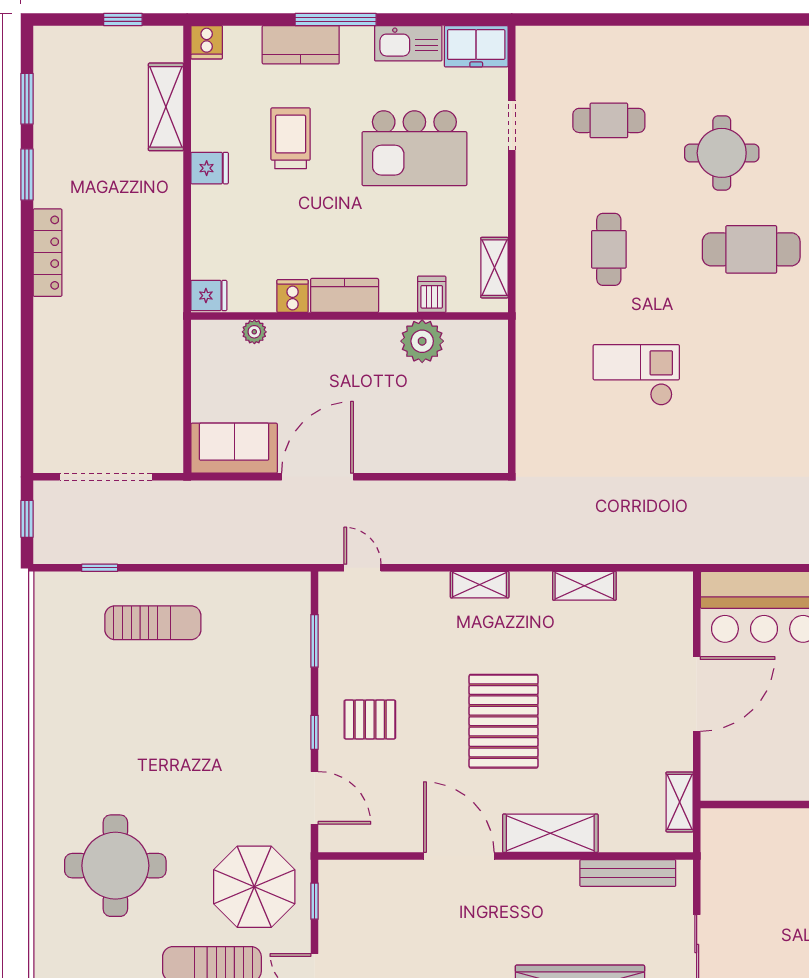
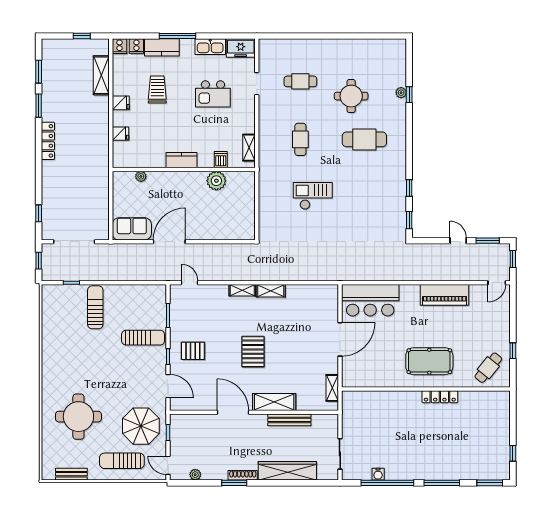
kitchen island: (414, 148) -> (213, 94), width x0.73, depth x0.78
fridge: (209, 296) -> (120, 134), moved
cooker: (293, 296) -> (136, 46), moved, turned 180
window: (27, 414) -> (39, 213), added
shelving: (584, 586) -> (271, 291), moved
sun lounger: (153, 623) -> (95, 307), turned -90
sun lounger: (259, 690) -> (143, 338), added
pallet: (504, 721) -> (253, 352), width x0.73, depth x0.71
bench: (628, 873) -> (289, 420), moved

